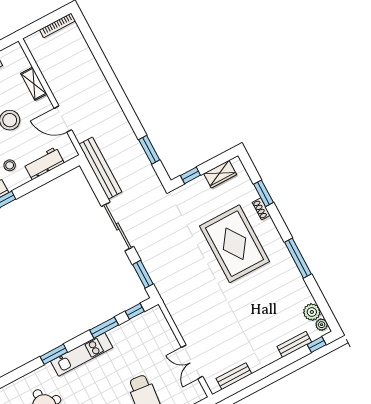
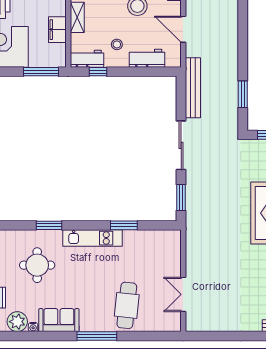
window: (135, 311) -> (157, 225), removed
window: (54, 354) -> (49, 225), moved
bench: (234, 376) -> (212, 325), removed

